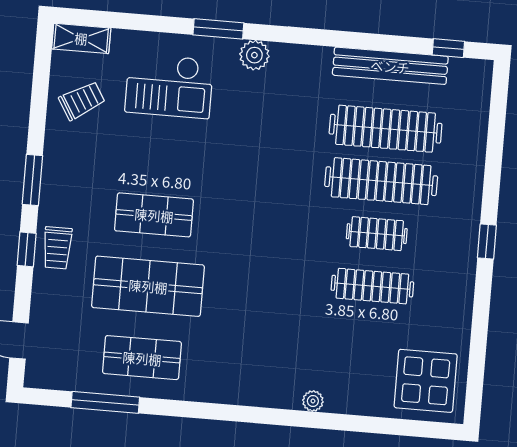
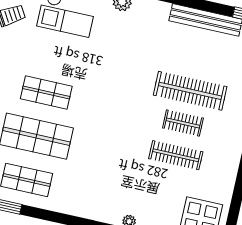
clothes rail: (386, 129) -> (197, 59), removed

